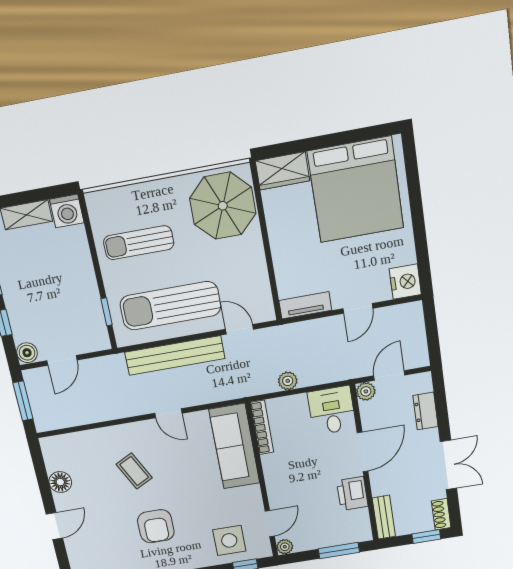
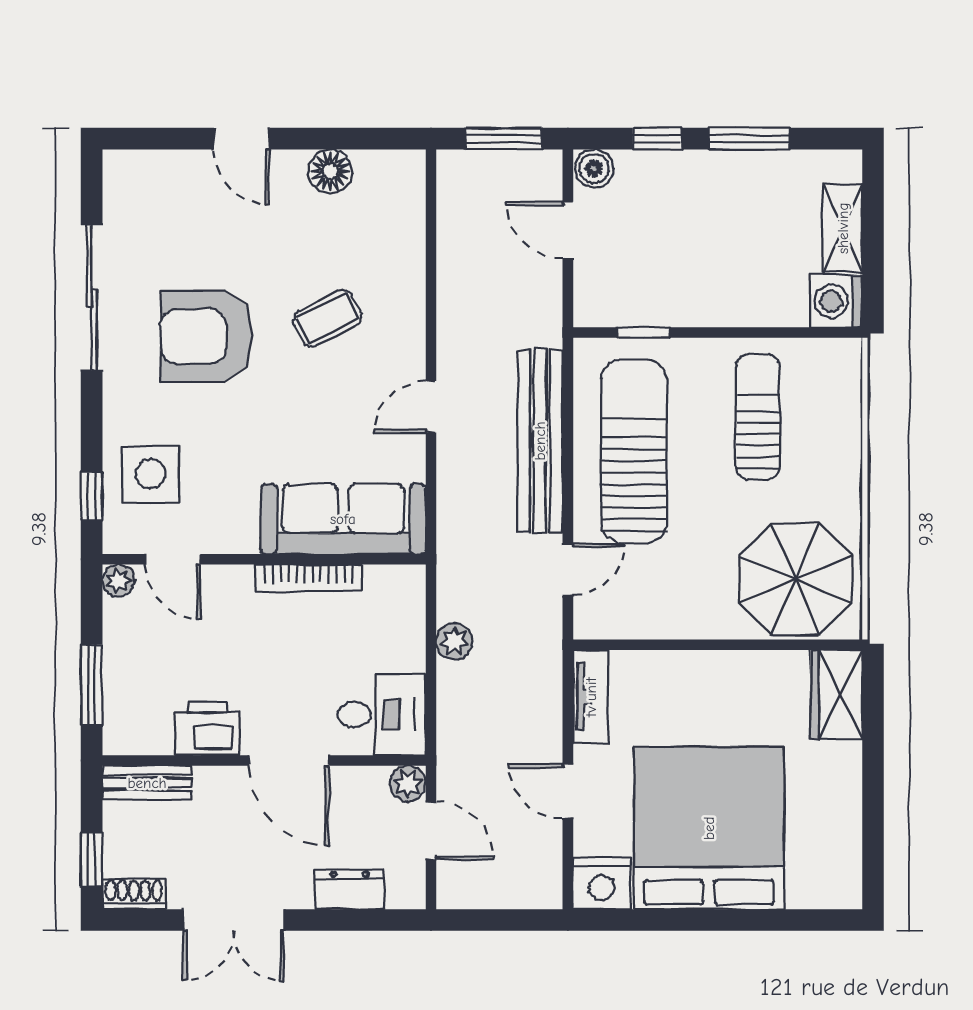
bed: (356, 190) -> (709, 828), moved, turned 90
bookcase: (262, 427) -> (309, 578), moved
armchair: (156, 526) -> (206, 337), width x1.36, depth x1.36

